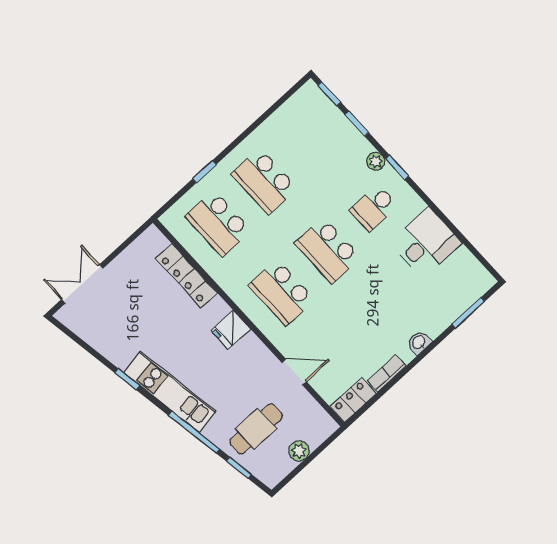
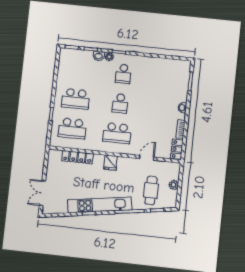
washbasin: (360, 145) -> (99, 56), added
desk: (426, 243) -> (153, 70), removed
school desk: (328, 250) -> (120, 103), width x0.54
kitchen unit: (170, 392) -> (100, 205), width x1.36

